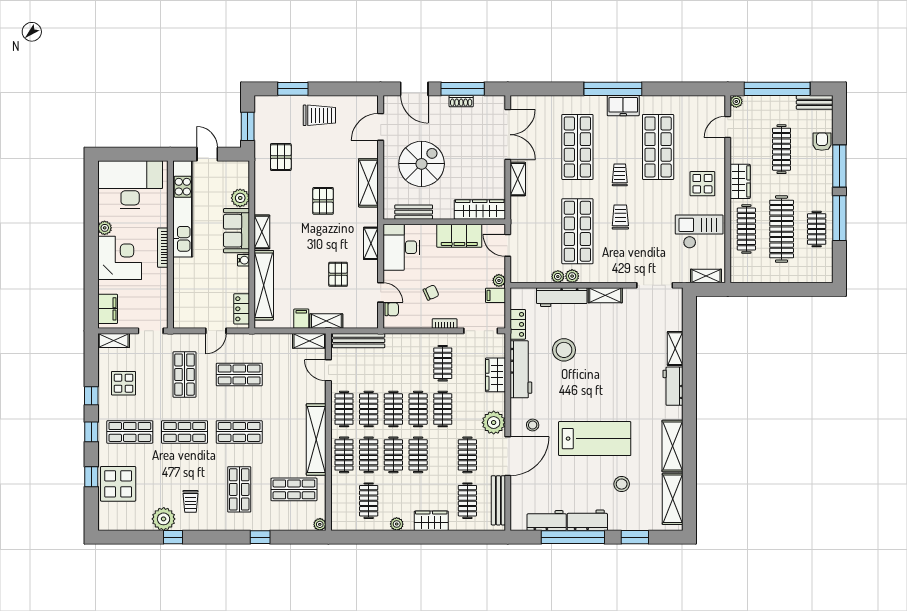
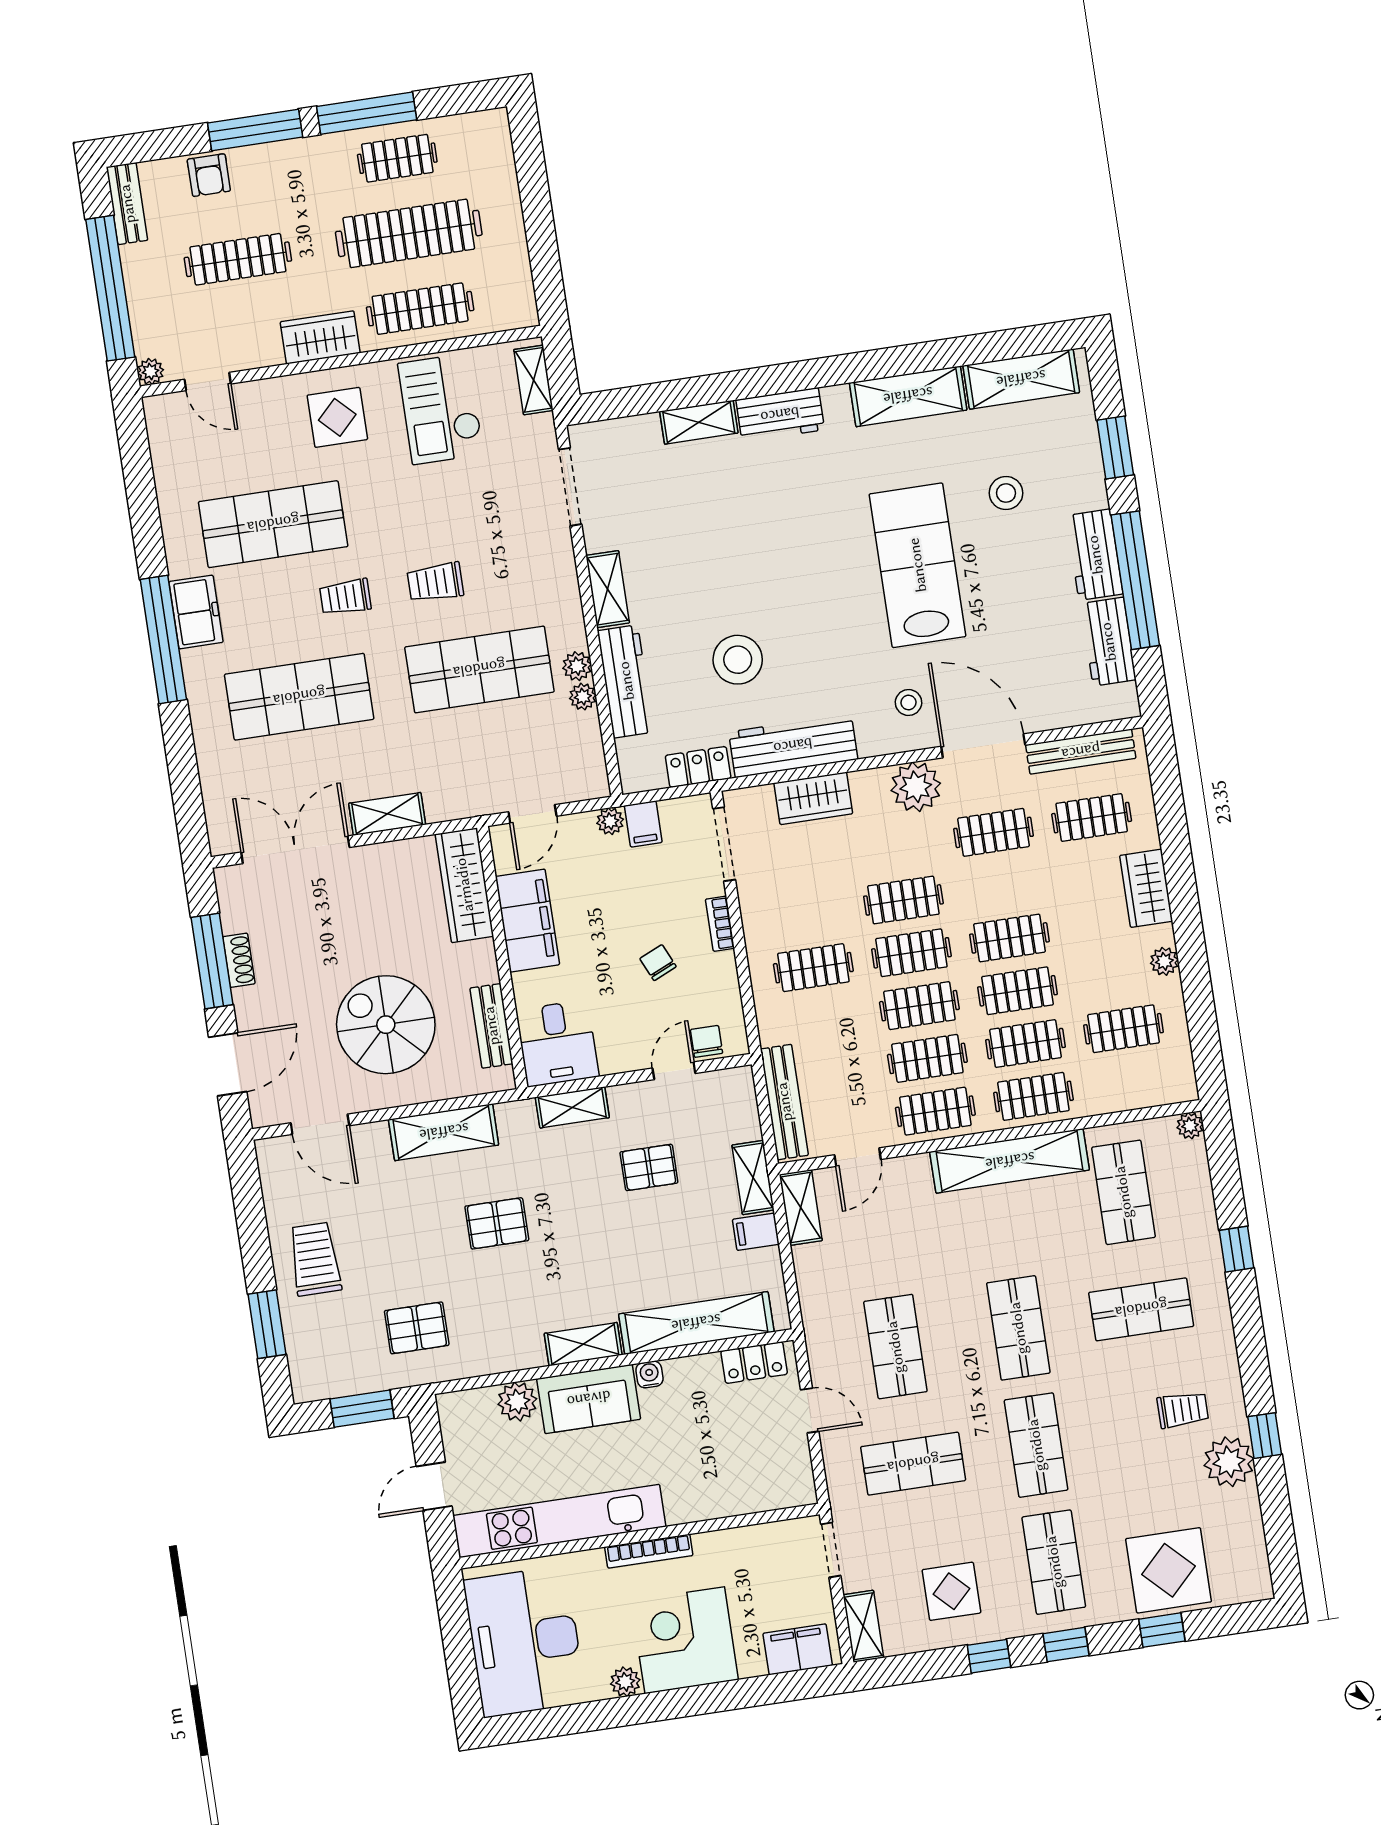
armchair: (822, 142) -> (209, 175), turned -90
desk: (401, 247) -> (557, 1043), width x0.73
clothes rail: (443, 363) -> (813, 968), moved

